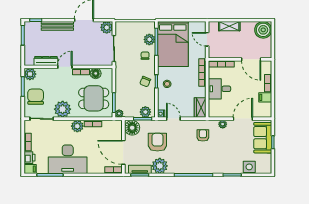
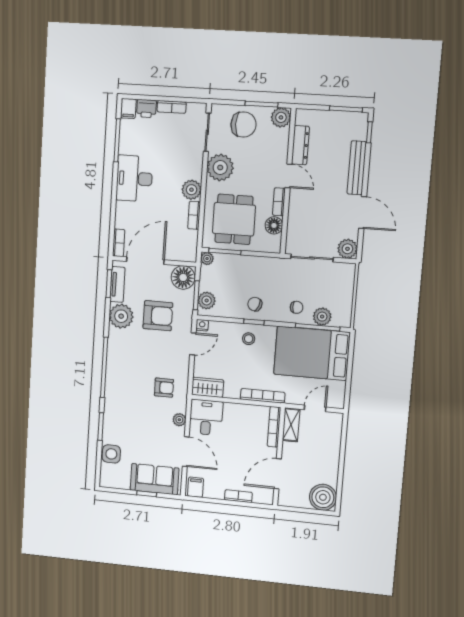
shelving: (229, 26) -> (291, 425), moved
desk: (219, 89) -> (206, 417), moved
filing cabinet: (265, 97) -> (196, 487), moved
desk: (68, 159) -> (134, 178), width x0.73, depth x0.77

